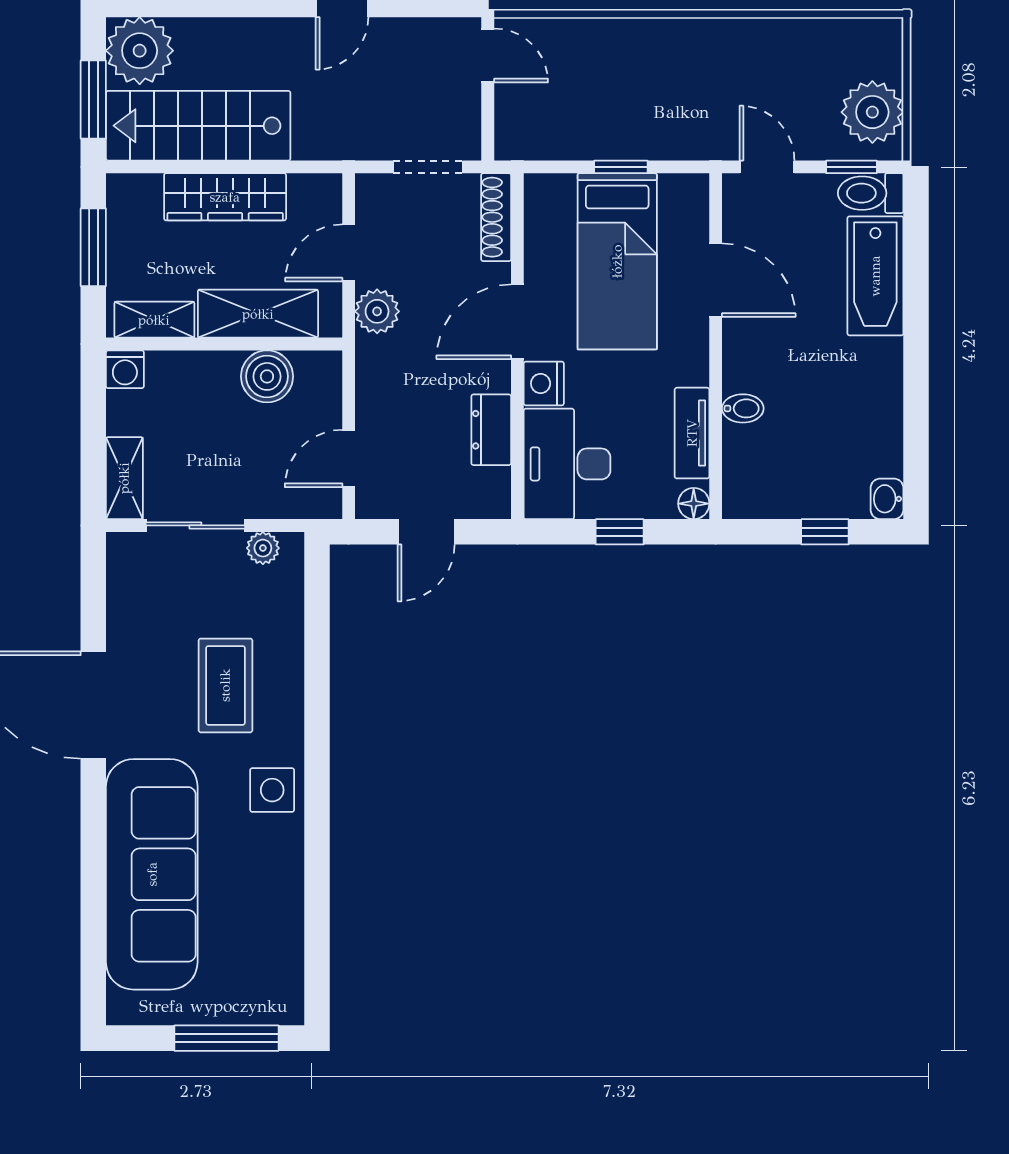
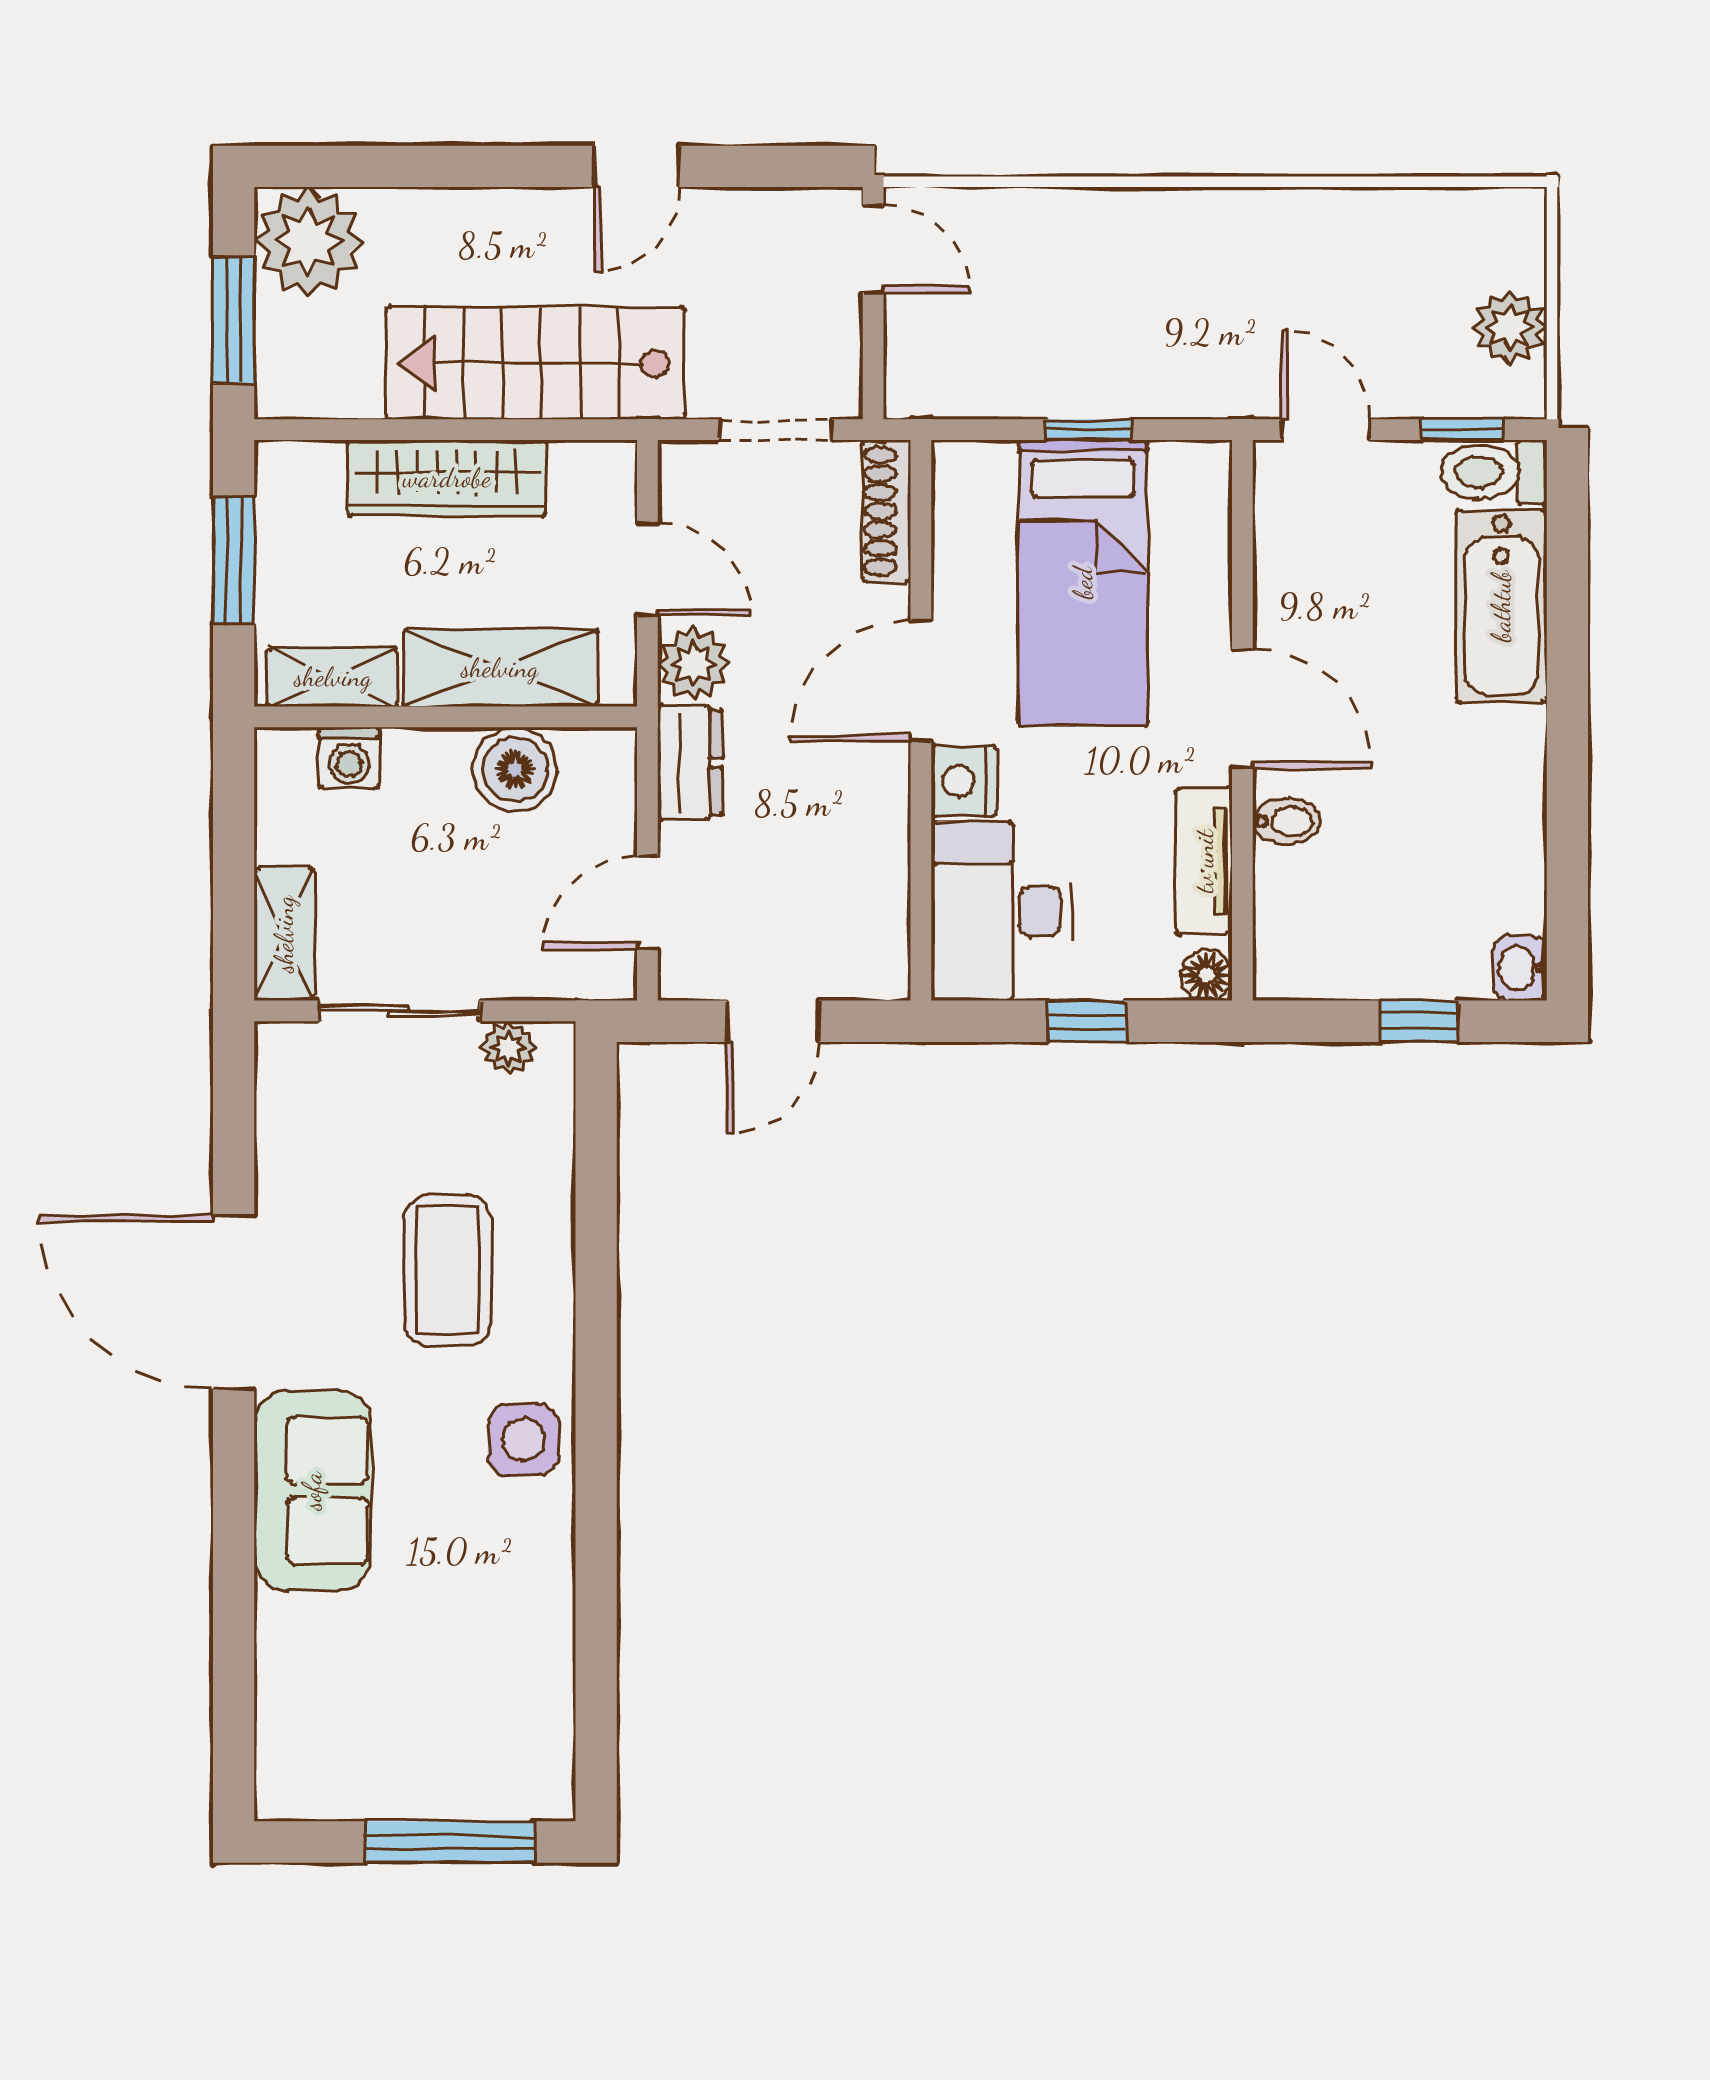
plant: (872, 112) -> (1510, 327), width x0.73, depth x0.73
stairs: (198, 126) -> (535, 363), moved
door: (349, 253) -> (647, 569), swing flipped
door: (716, 280) -> (1242, 709), moved
washing machine: (125, 369) -> (349, 758), moved
dresser: (491, 430) -> (690, 762), moved, turned 180
sofa: (152, 874) -> (312, 1491), width x0.54, depth x0.79

